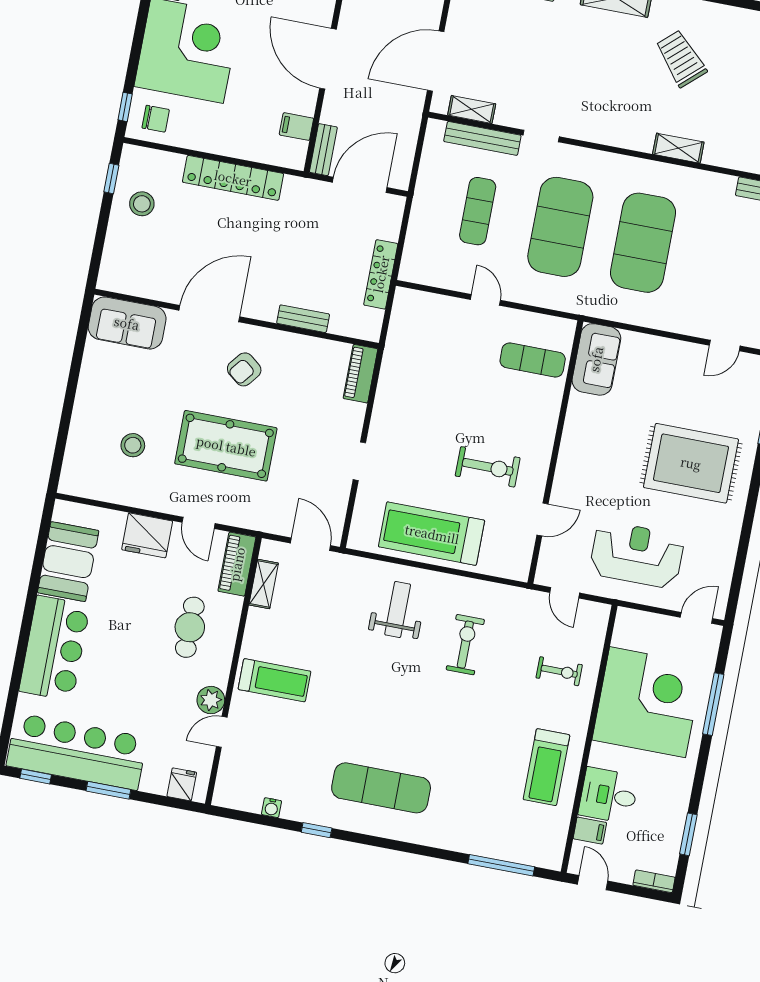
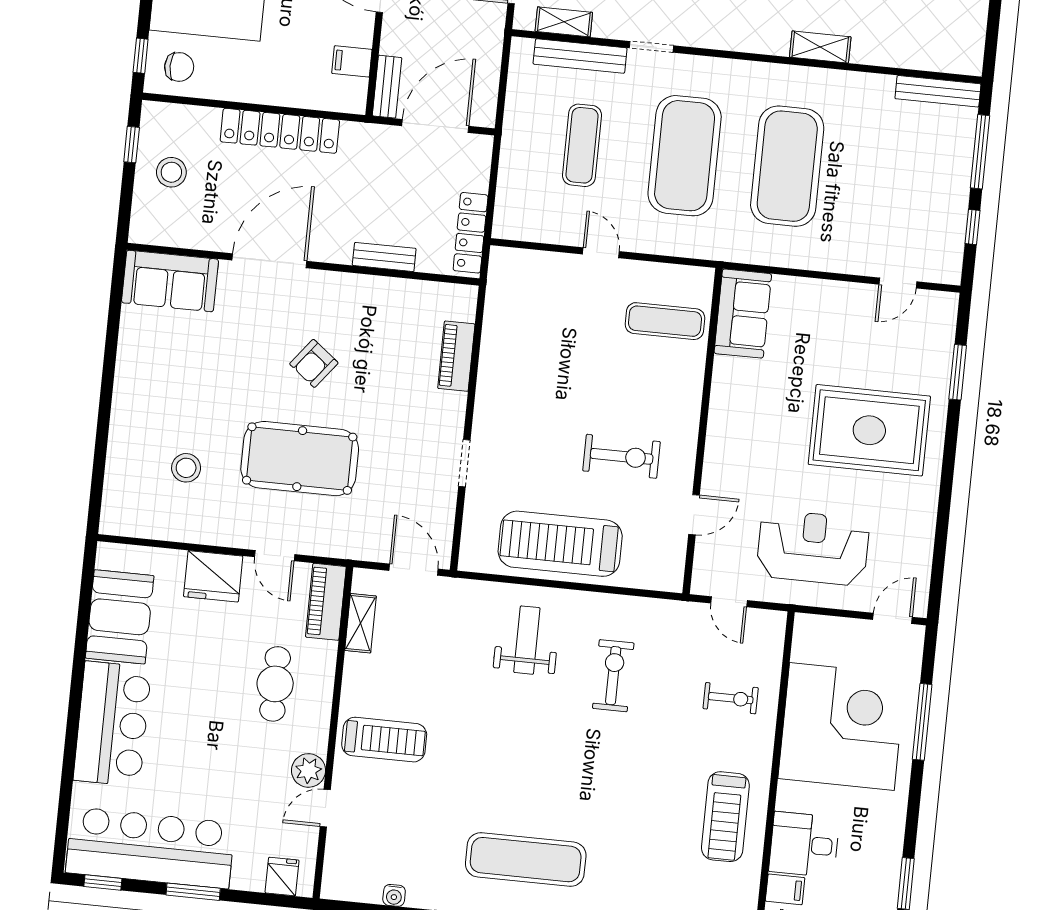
door: (209, 314) -> (269, 261), moved
wall: (237, 319) -> (303, 264), moved
bench: (303, 319) -> (384, 257), moved
sofa: (127, 323) -> (170, 281), moved

